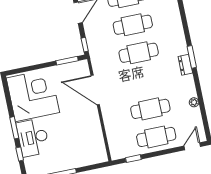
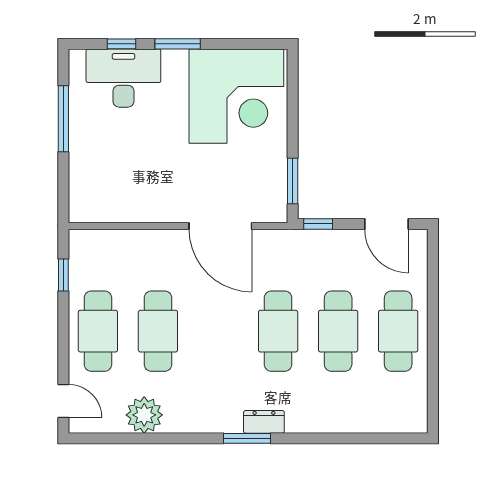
dresser: (185, 65) -> (264, 422), moved
door: (95, 90) -> (220, 226), swing flipped
plant: (194, 102) -> (144, 415), width x1.88, depth x1.88
desk: (33, 137) -> (123, 78), moved

